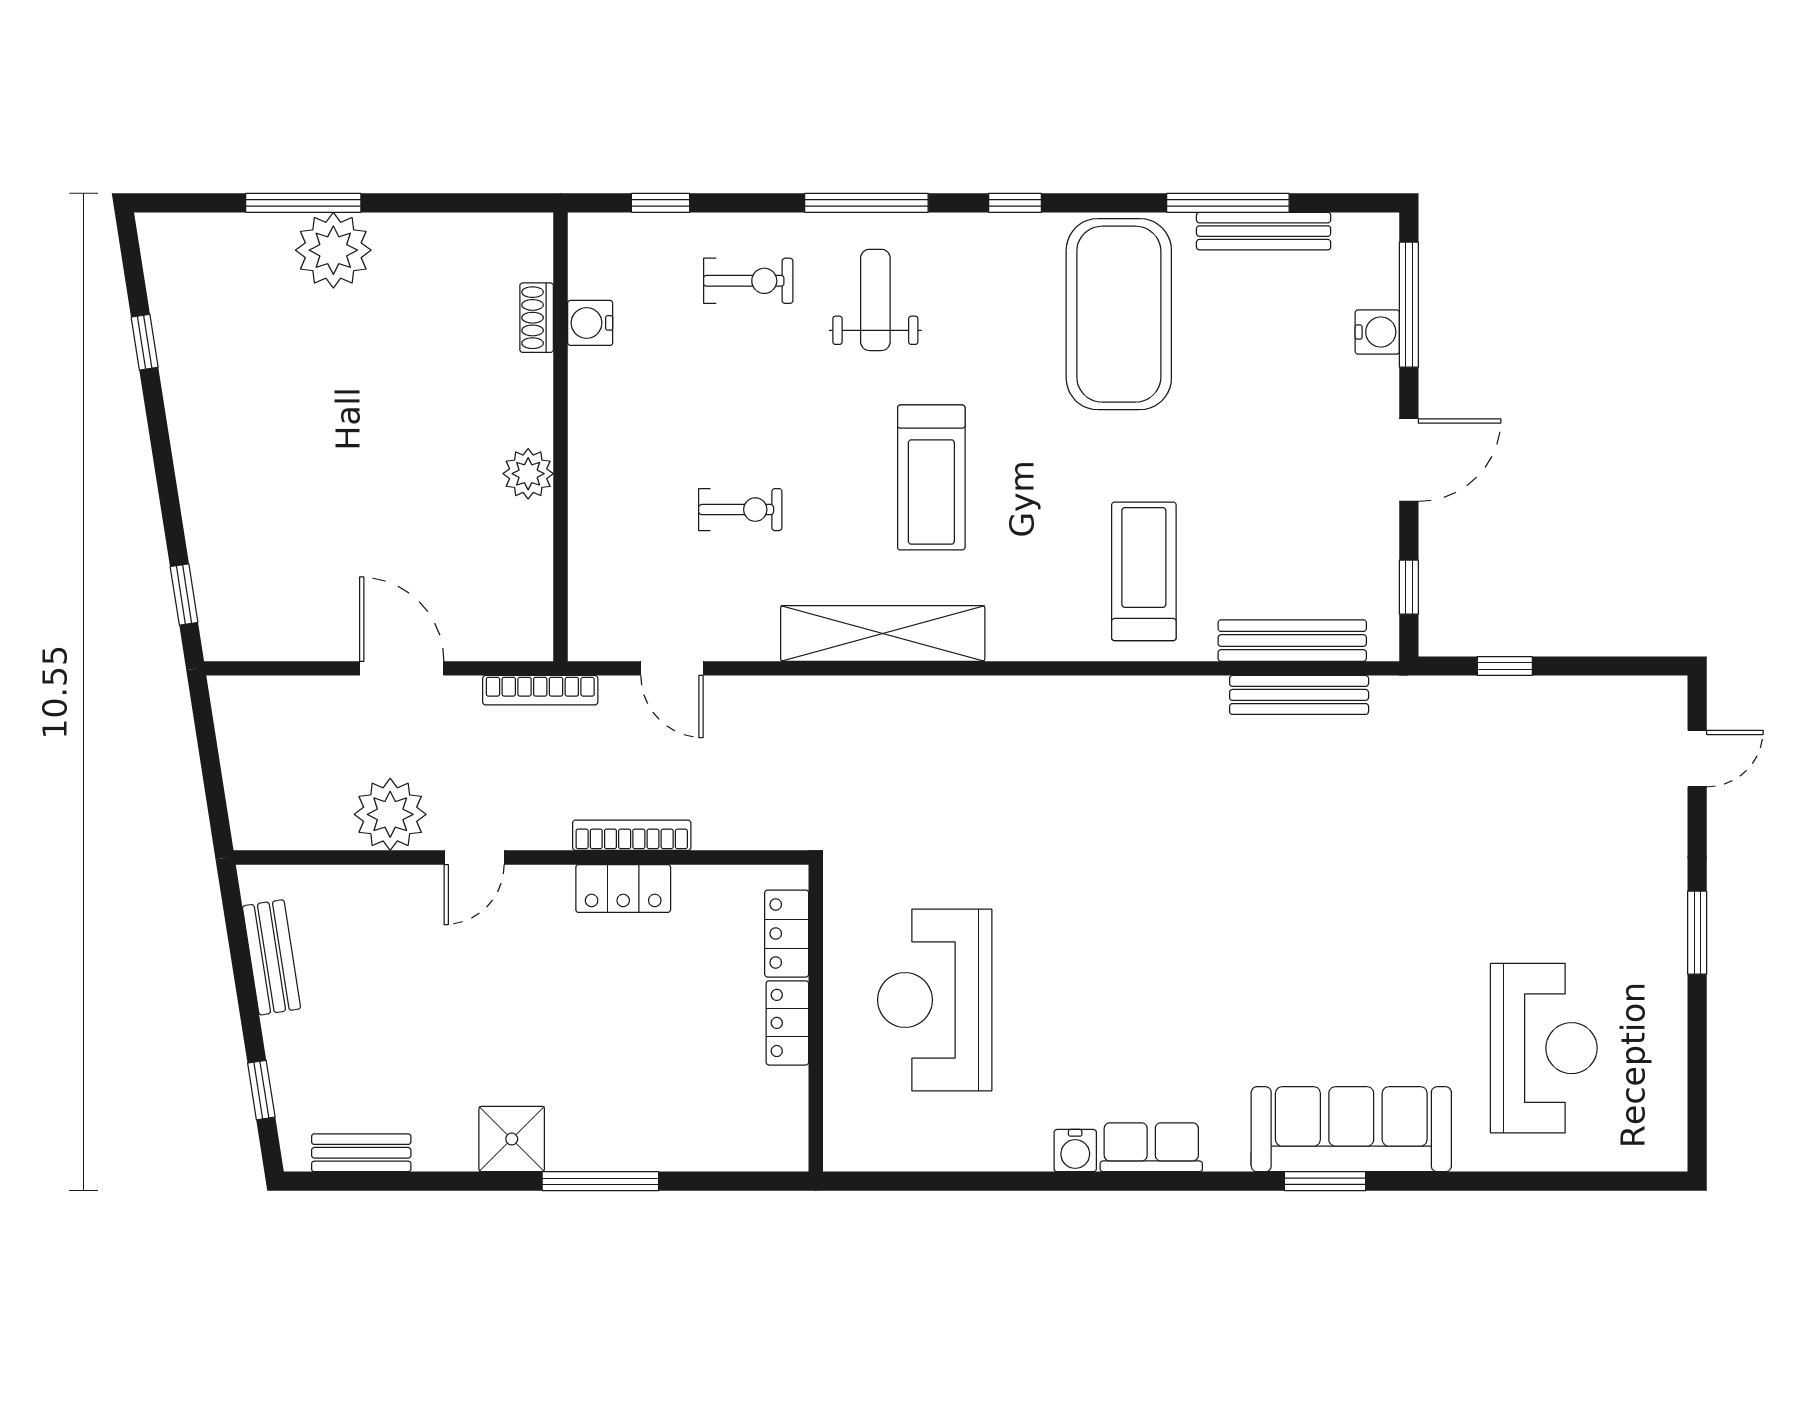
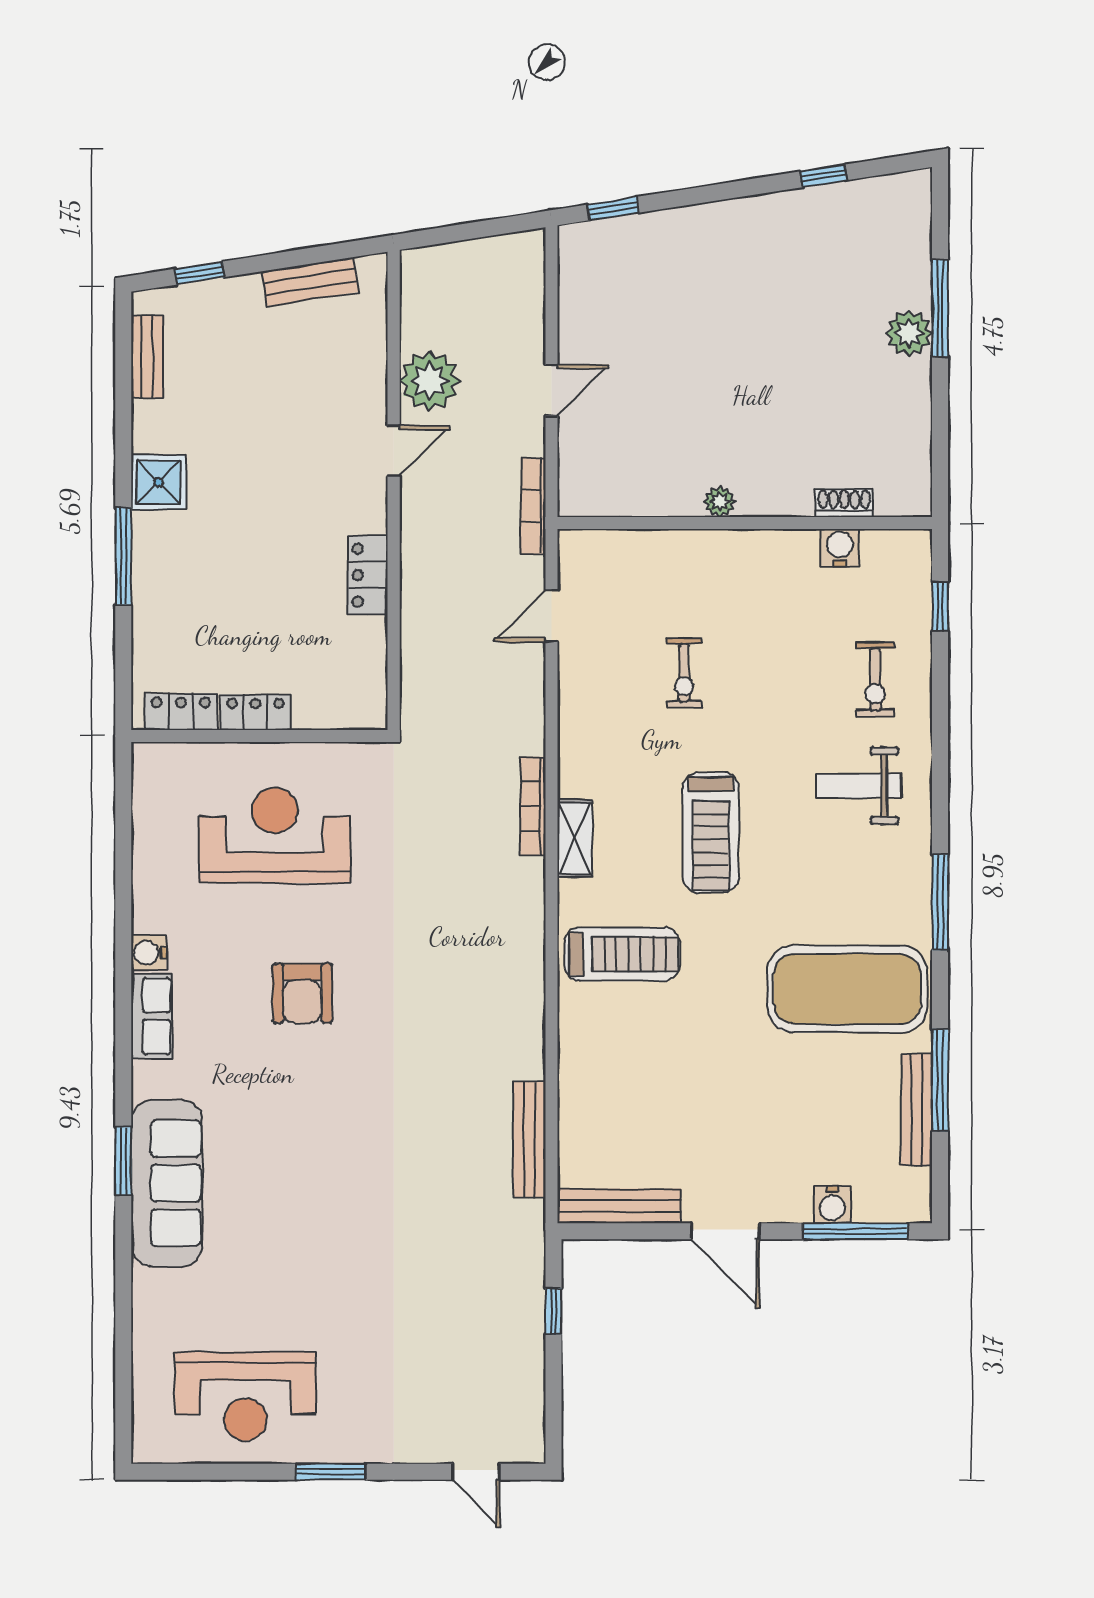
window: (866, 203) -> (940, 778), removed
window: (1015, 203) -> (940, 902), width x2.17
plant: (333, 250) -> (909, 333), width x0.73, depth x0.73
weight bench: (875, 300) -> (859, 786), turned 180
plant: (528, 474) -> (720, 502), width x0.73, depth x0.73
treadmill: (931, 477) -> (711, 832), turned -90
treadmill: (1144, 571) -> (622, 954), moved
window: (1409, 587) -> (619, 1231), removed
shelving: (883, 633) -> (575, 838), width x0.45, depth x0.75
bench: (1292, 641) -> (619, 1206), moved, turned 90
door: (402, 668) -> (551, 390), width x0.73
bookcase: (632, 835) -> (533, 806), moved, turned 180
door: (474, 857) -> (394, 451), swing flipped
locker: (787, 934) -> (181, 712), moved
armchair: (1124, 967) -> (302, 993), added
reception desk: (1544, 1048) -> (245, 1396), moved

